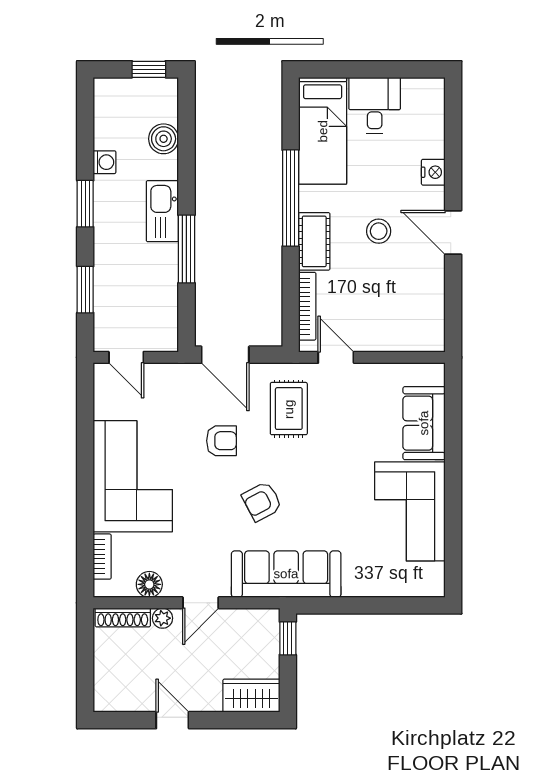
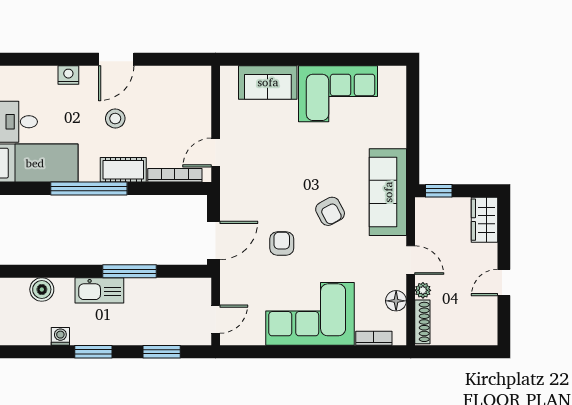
rug: (289, 409) -> (256, 190), removed

